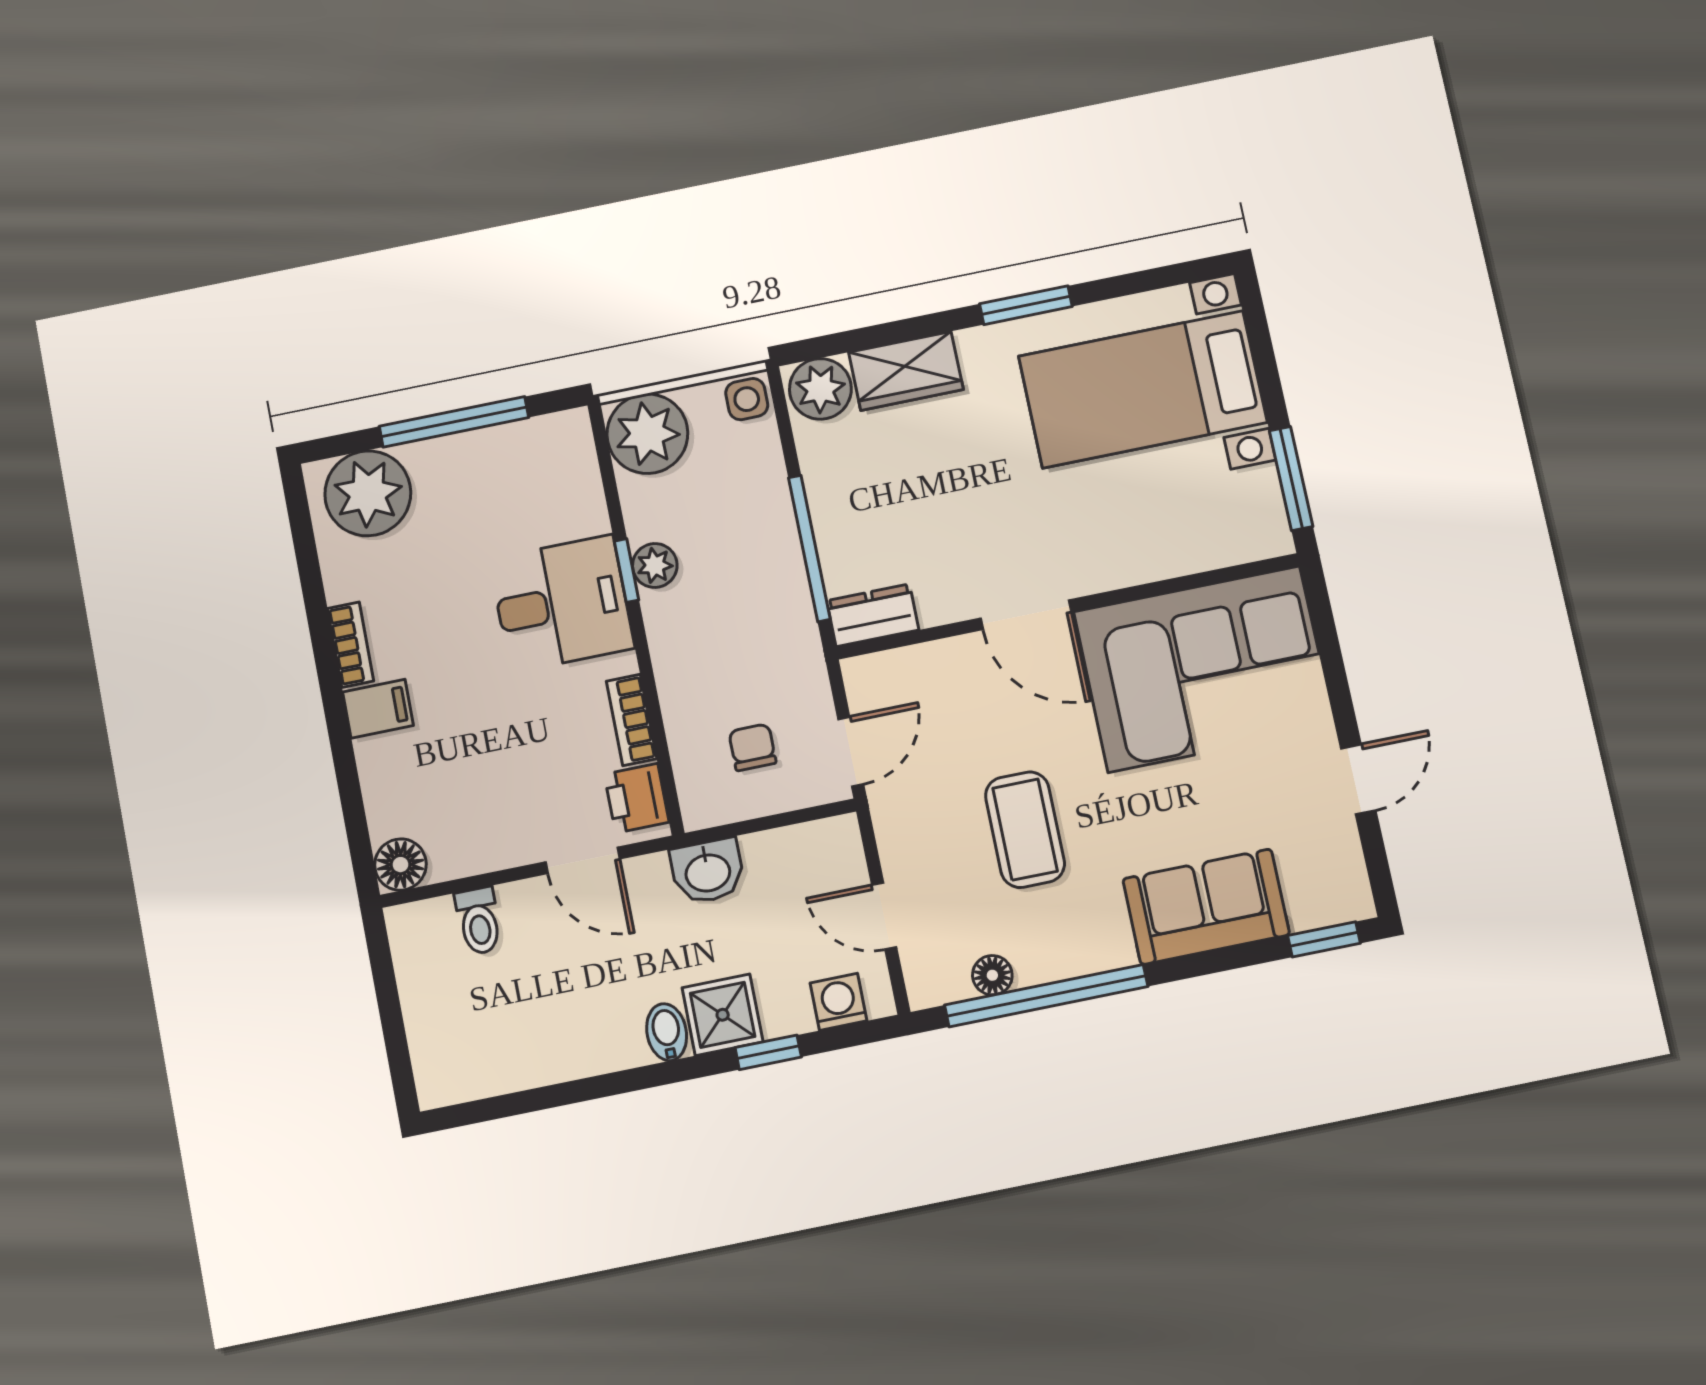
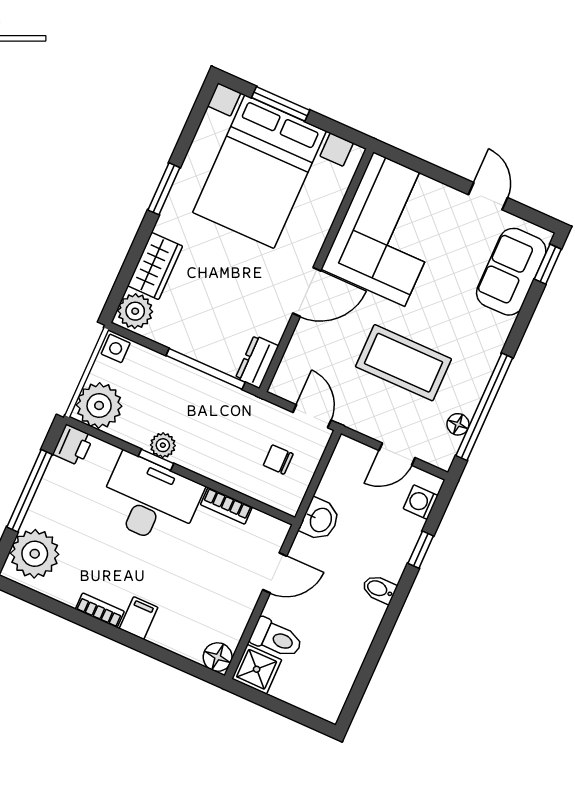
bed with nightstands: (1143, 389) -> (259, 172), width x1.36
window: (1291, 479) -> (281, 104), moved
desk: (562, 604) -> (150, 500), width x1.37
printer: (637, 798) -> (73, 445), moved, turned -90
coffee table: (1025, 830) -> (403, 363), width x1.36, depth x1.32
sofa: (1206, 907) -> (511, 272), moved
toilet: (479, 921) -> (276, 638), width x1.37, depth x1.39
shower: (723, 1015) -> (257, 669), moved

